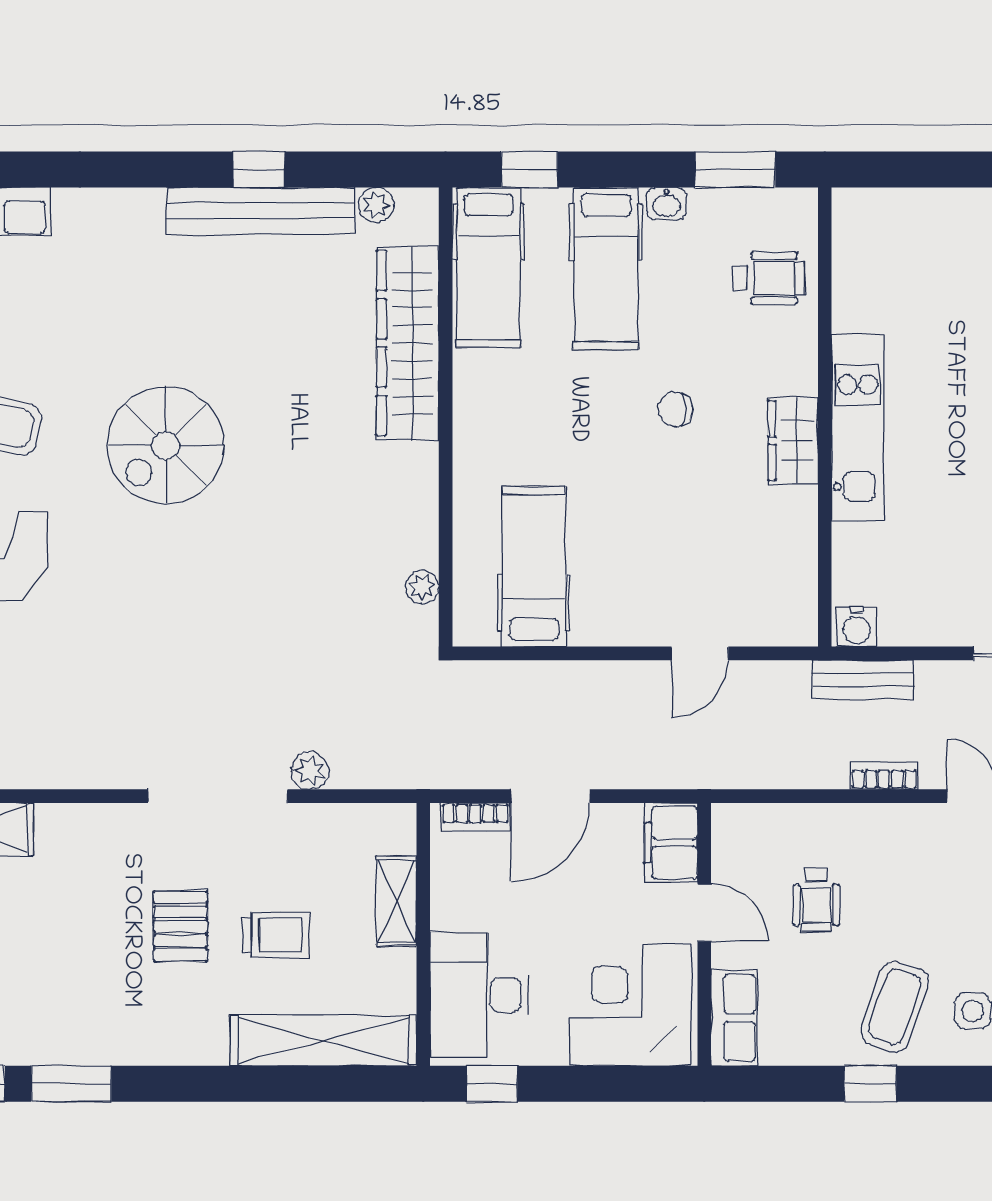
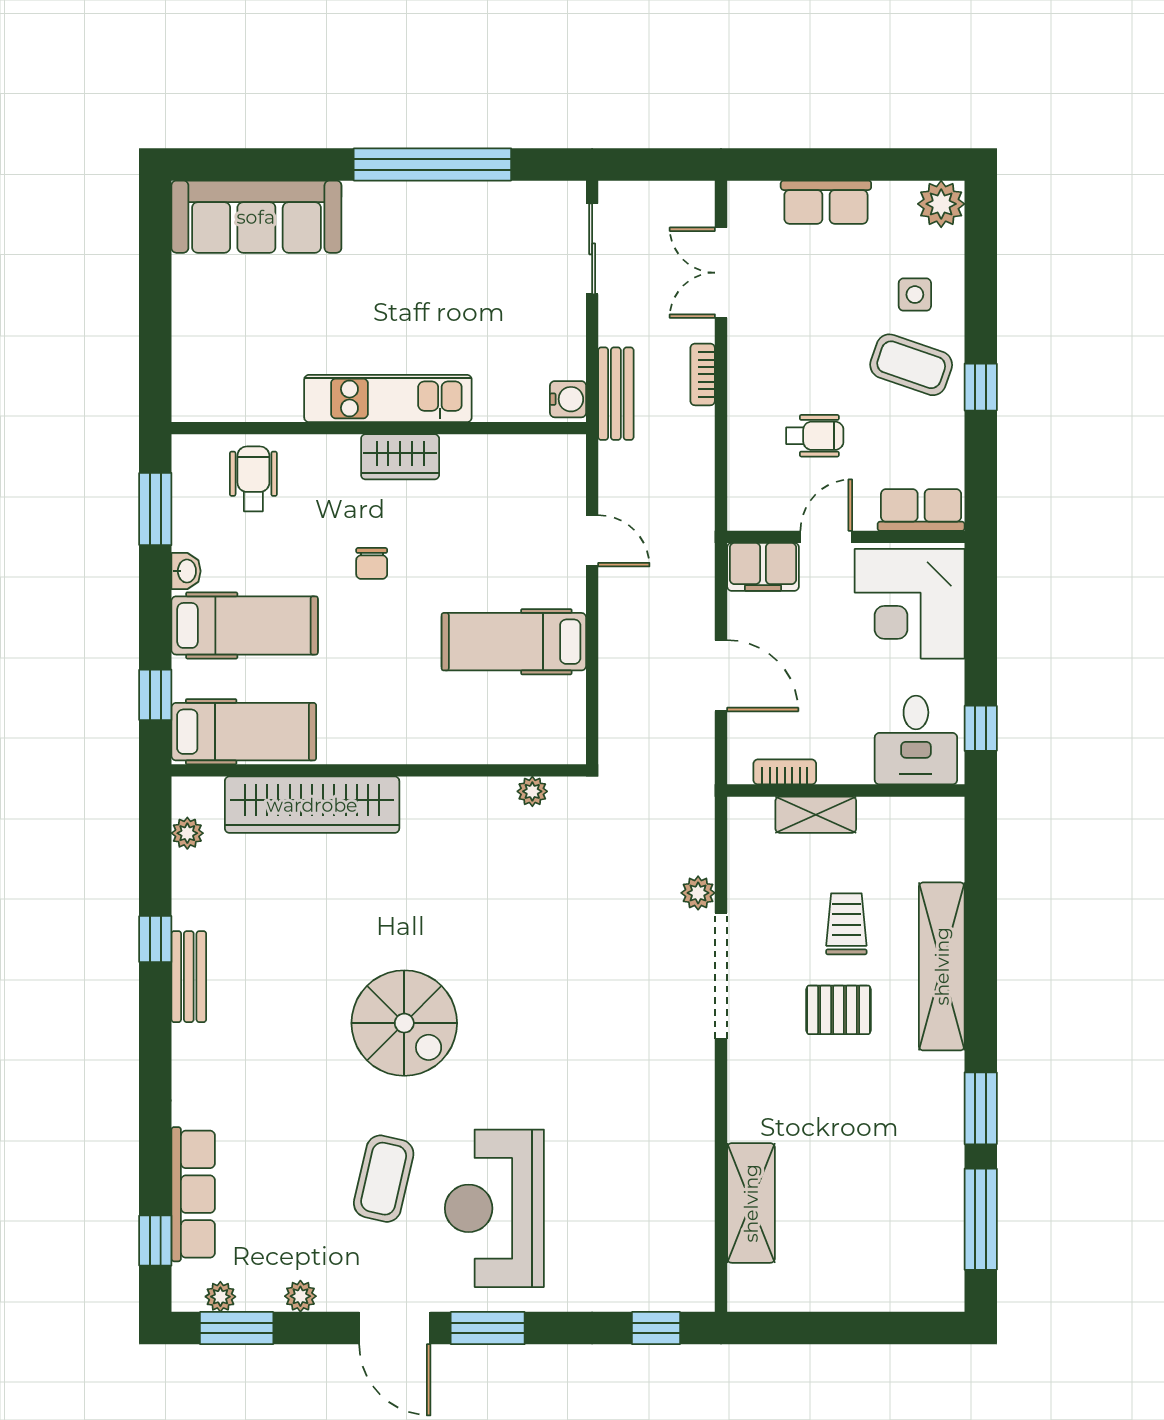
bench: (261, 211) -> (189, 977), width x0.54, depth x0.82
hospital bed: (534, 567) -> (514, 642), moved
bookcase: (475, 817) -> (785, 772), moved, turned -90
desk: (479, 995) -> (916, 740), width x0.73
shelving: (324, 1041) -> (942, 966), moved

